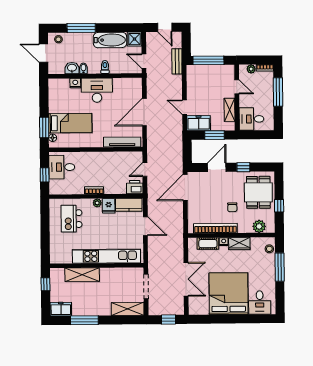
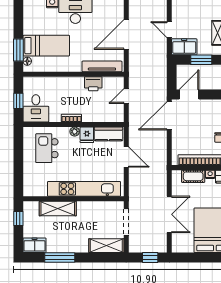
desk: (62, 167) -> (36, 108), moved, turned -90
door: (217, 167) -> (189, 95), moved
printer: (135, 187) -> (93, 84), moved, turned 180

